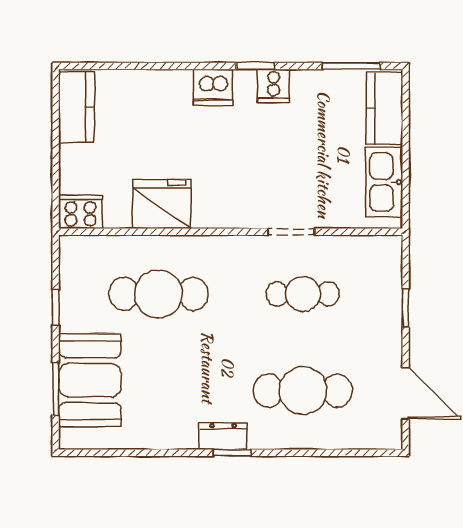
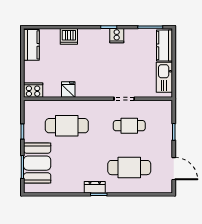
dishwasher: (213, 87) -> (69, 36), moved
fridge: (162, 204) -> (68, 90), width x0.53, depth x0.75

